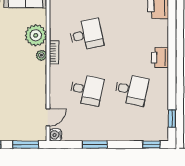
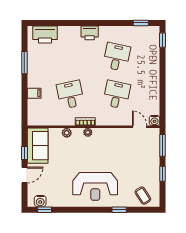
plant: (36, 35) -> (67, 133), width x0.53, depth x0.53
window: (95, 145) -> (163, 88), removed

